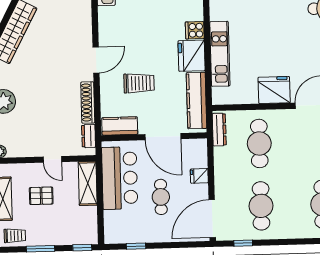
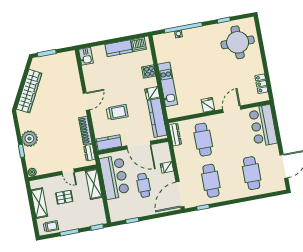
fridge: (192, 56) -> (152, 93), width x0.53, depth x0.75
fridge: (274, 90) -> (208, 105), width x0.53, depth x0.75

